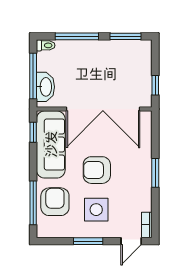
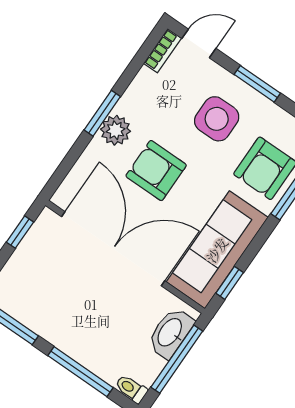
plant: (143, 169) -> (116, 130), added
armchair: (97, 170) -> (156, 171), moved, turned 180

